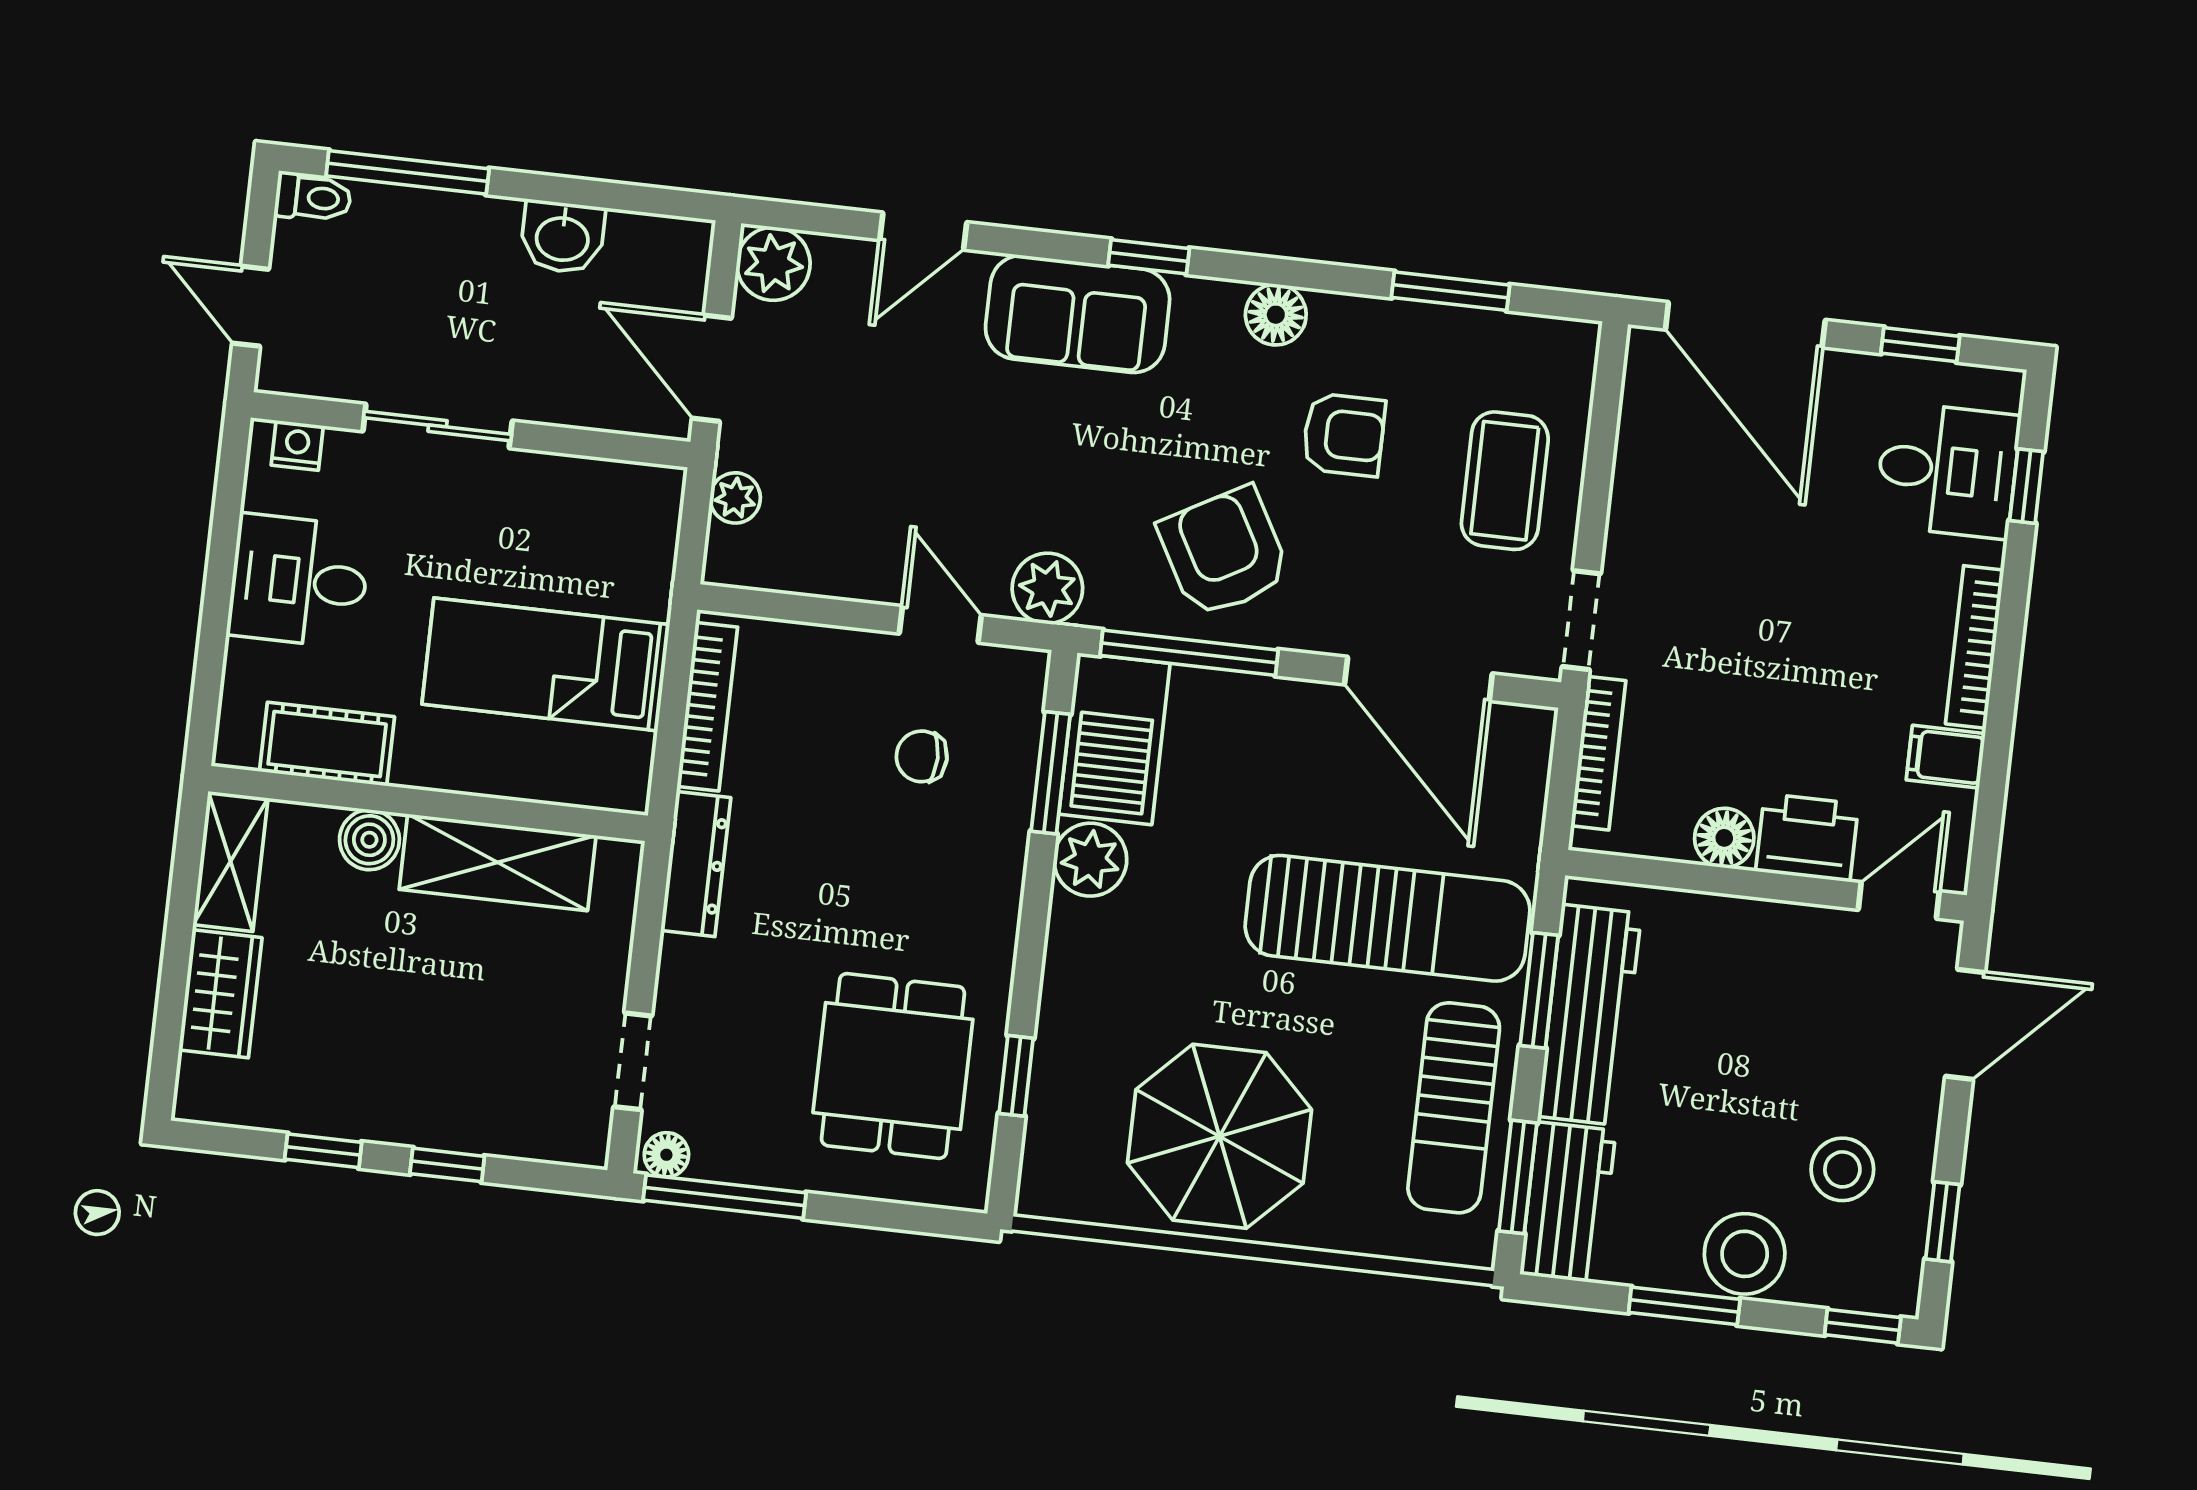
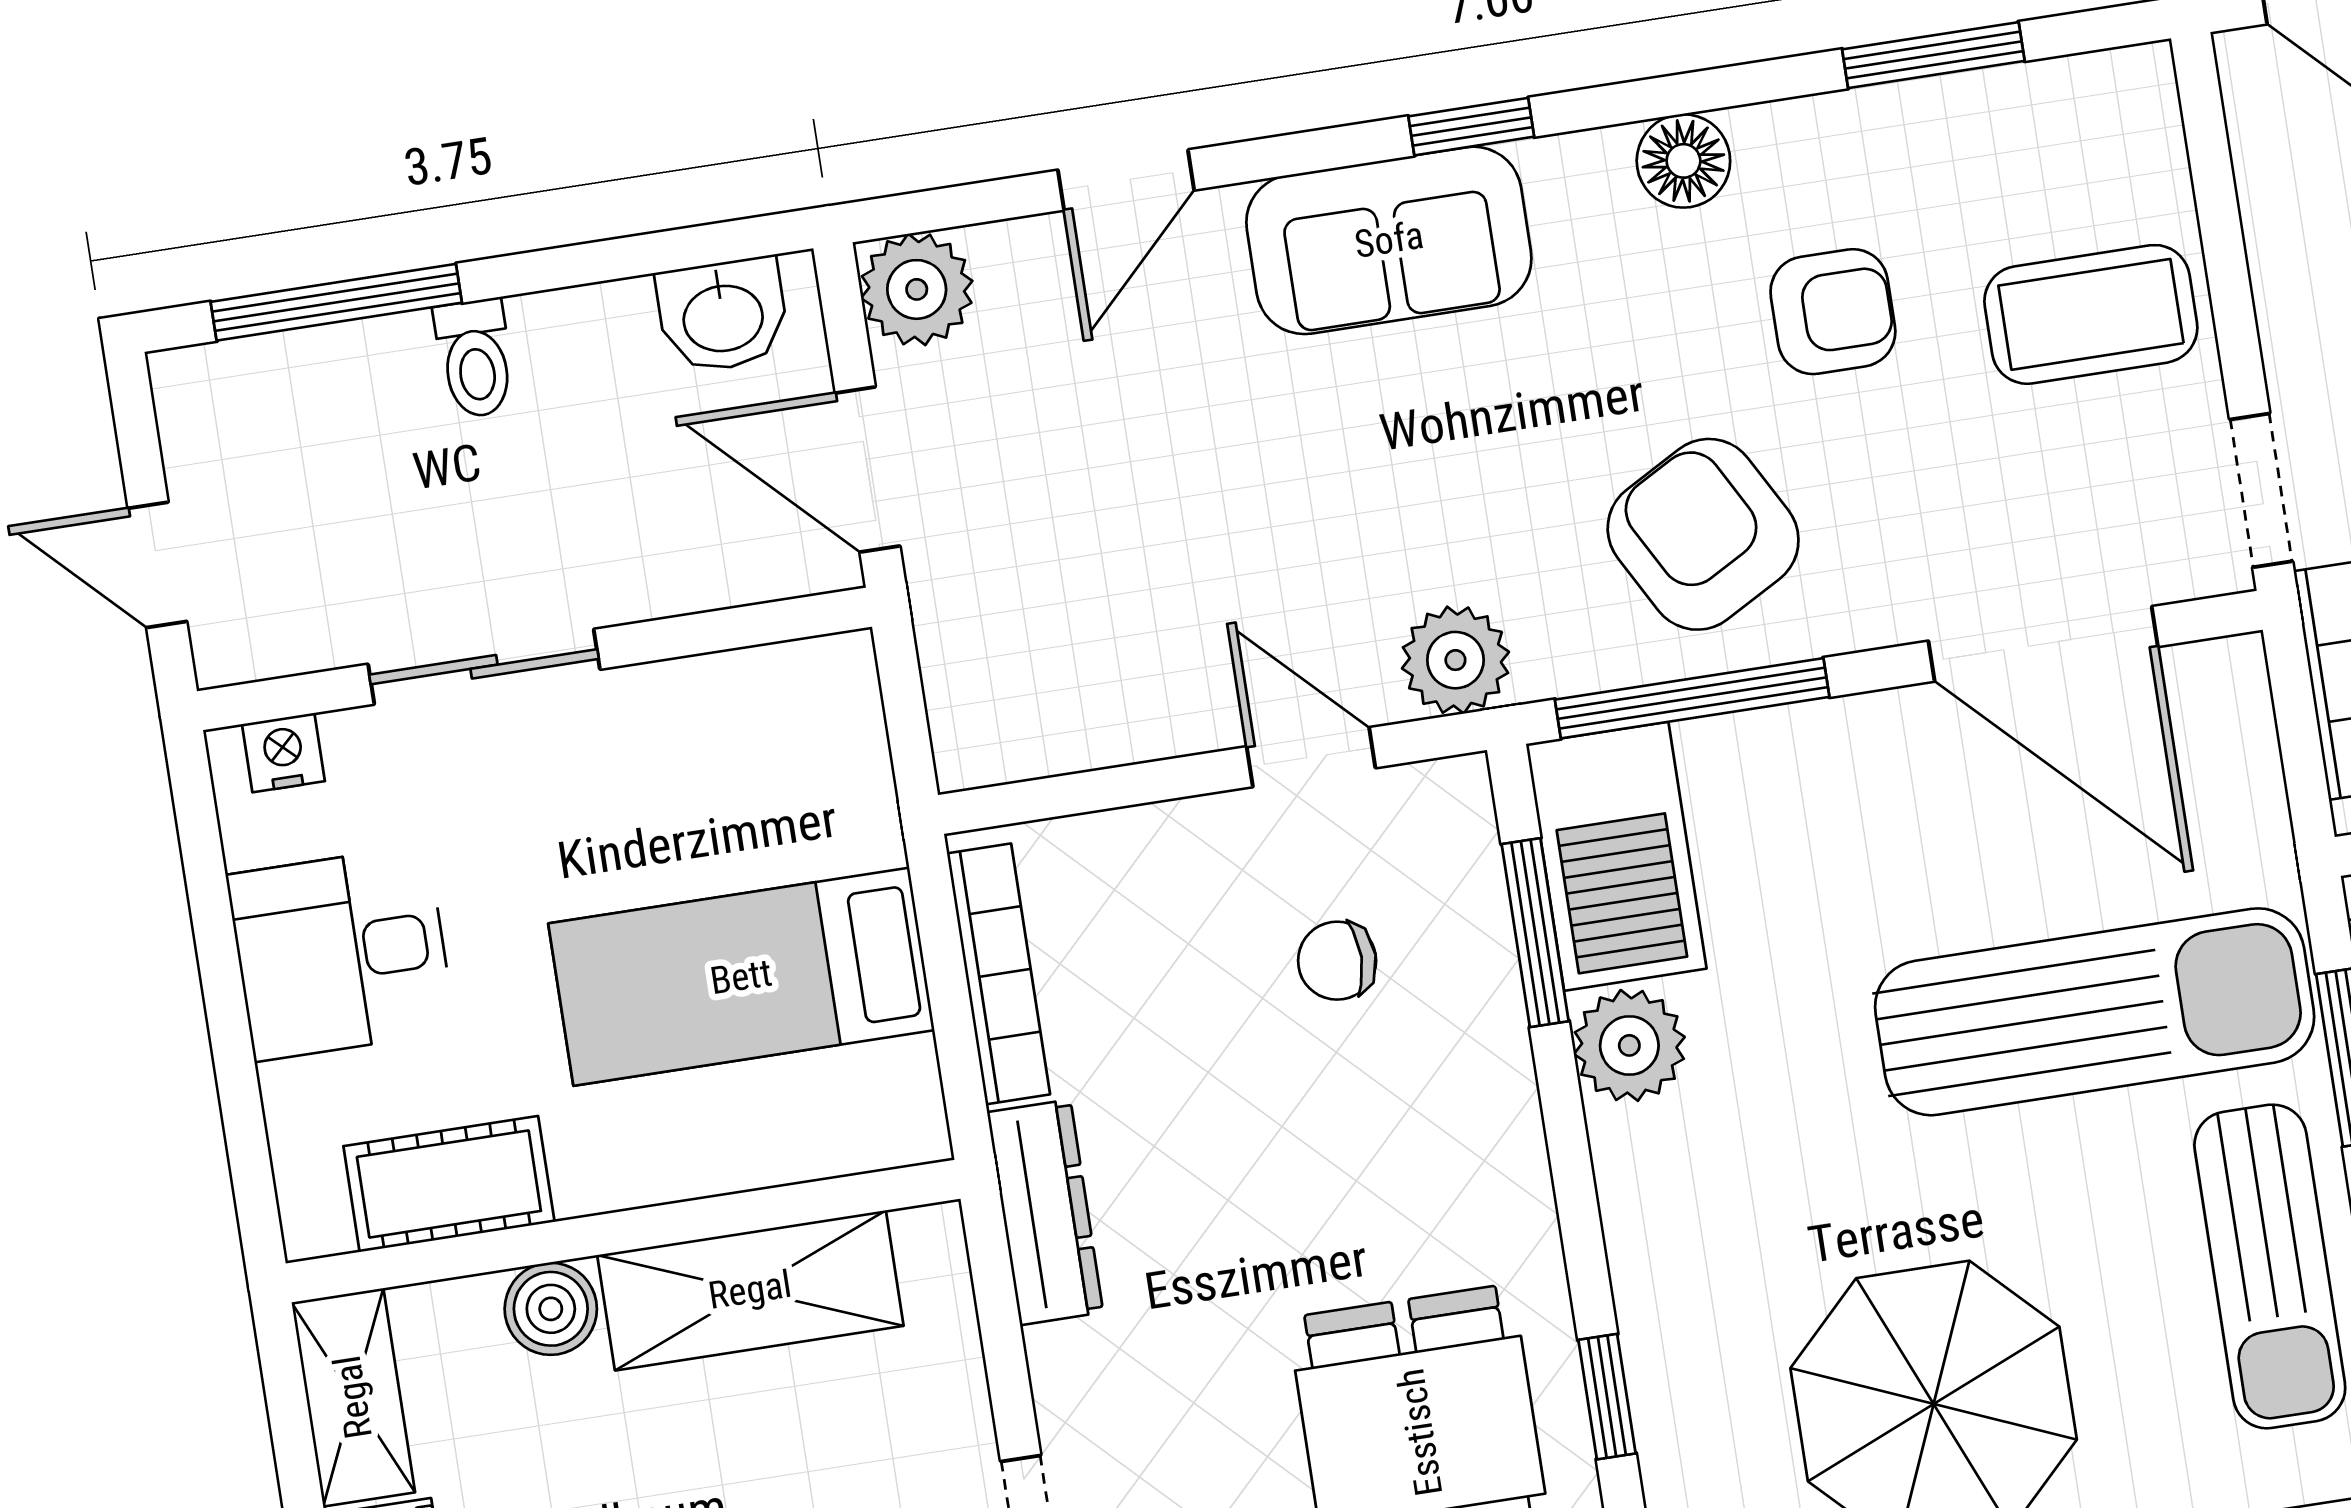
toilet: (313, 197) -> (475, 358), moved, turned 90
washbasin: (562, 237) -> (723, 315), moved
coffee table: (1505, 481) -> (2091, 314), turned 90
plant: (735, 498) -> (955, 653), removed

